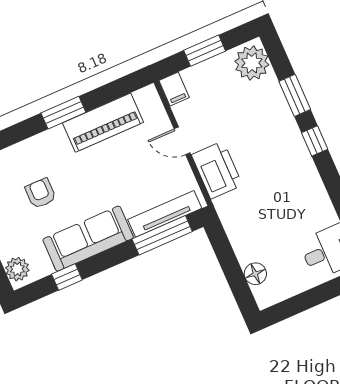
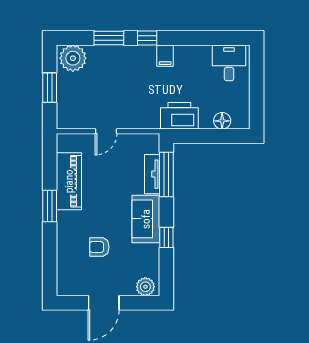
filing cabinet: (174, 89) -> (165, 56), moved, turned 90
printer: (217, 170) -> (179, 116), moved
tv unit: (165, 214) -> (152, 174), width x0.71
sofa: (88, 239) -> (146, 219), width x0.73
window: (67, 277) -> (166, 237), moved

